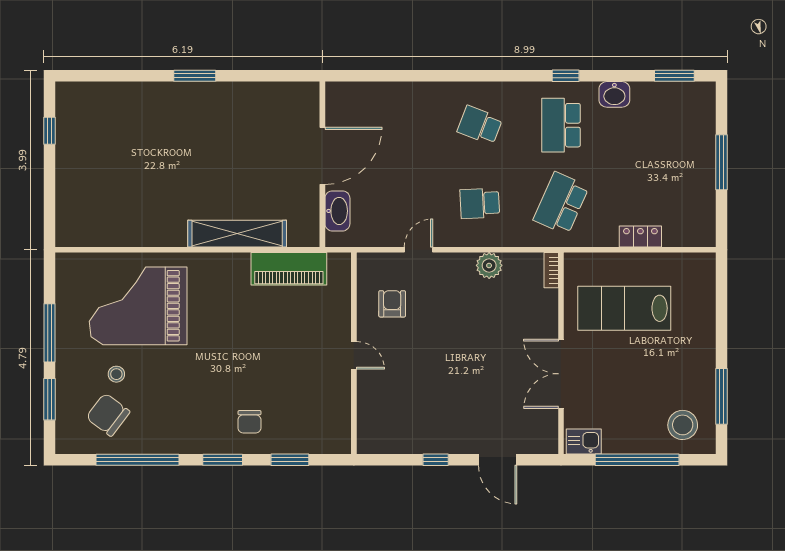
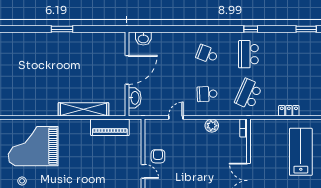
washbasin: (614, 94) -> (143, 38), moved
armchair: (392, 304) -> (158, 156), moved
lab bench: (624, 308) -> (301, 152), moved, turned 90

